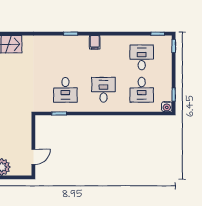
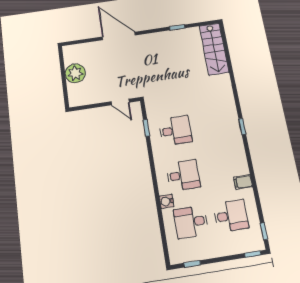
filing cabinet: (95, 42) -> (243, 182), moved
desk: (65, 90) -> (175, 131), turned 180
water cooler: (167, 107) -> (167, 201), moved
door: (33, 157) -> (120, 102), moved

